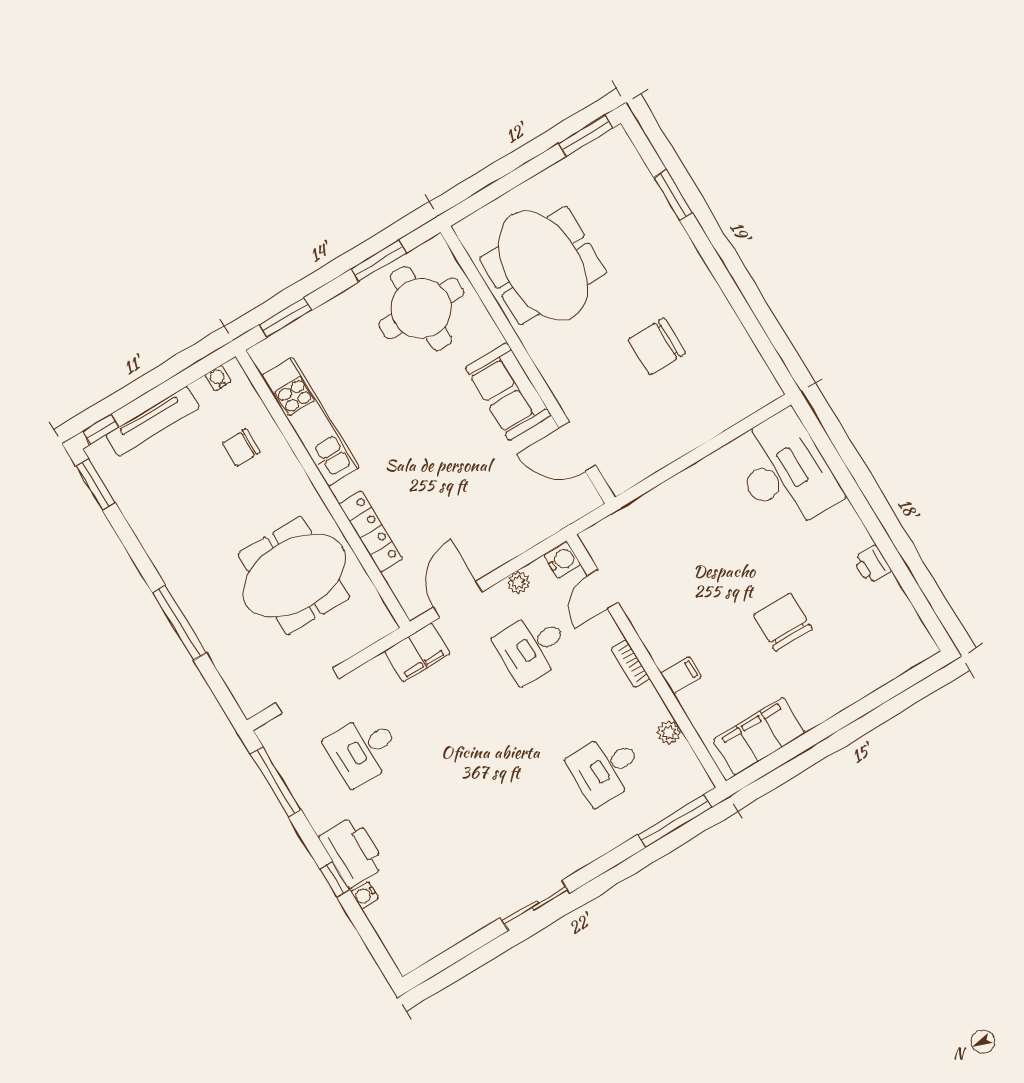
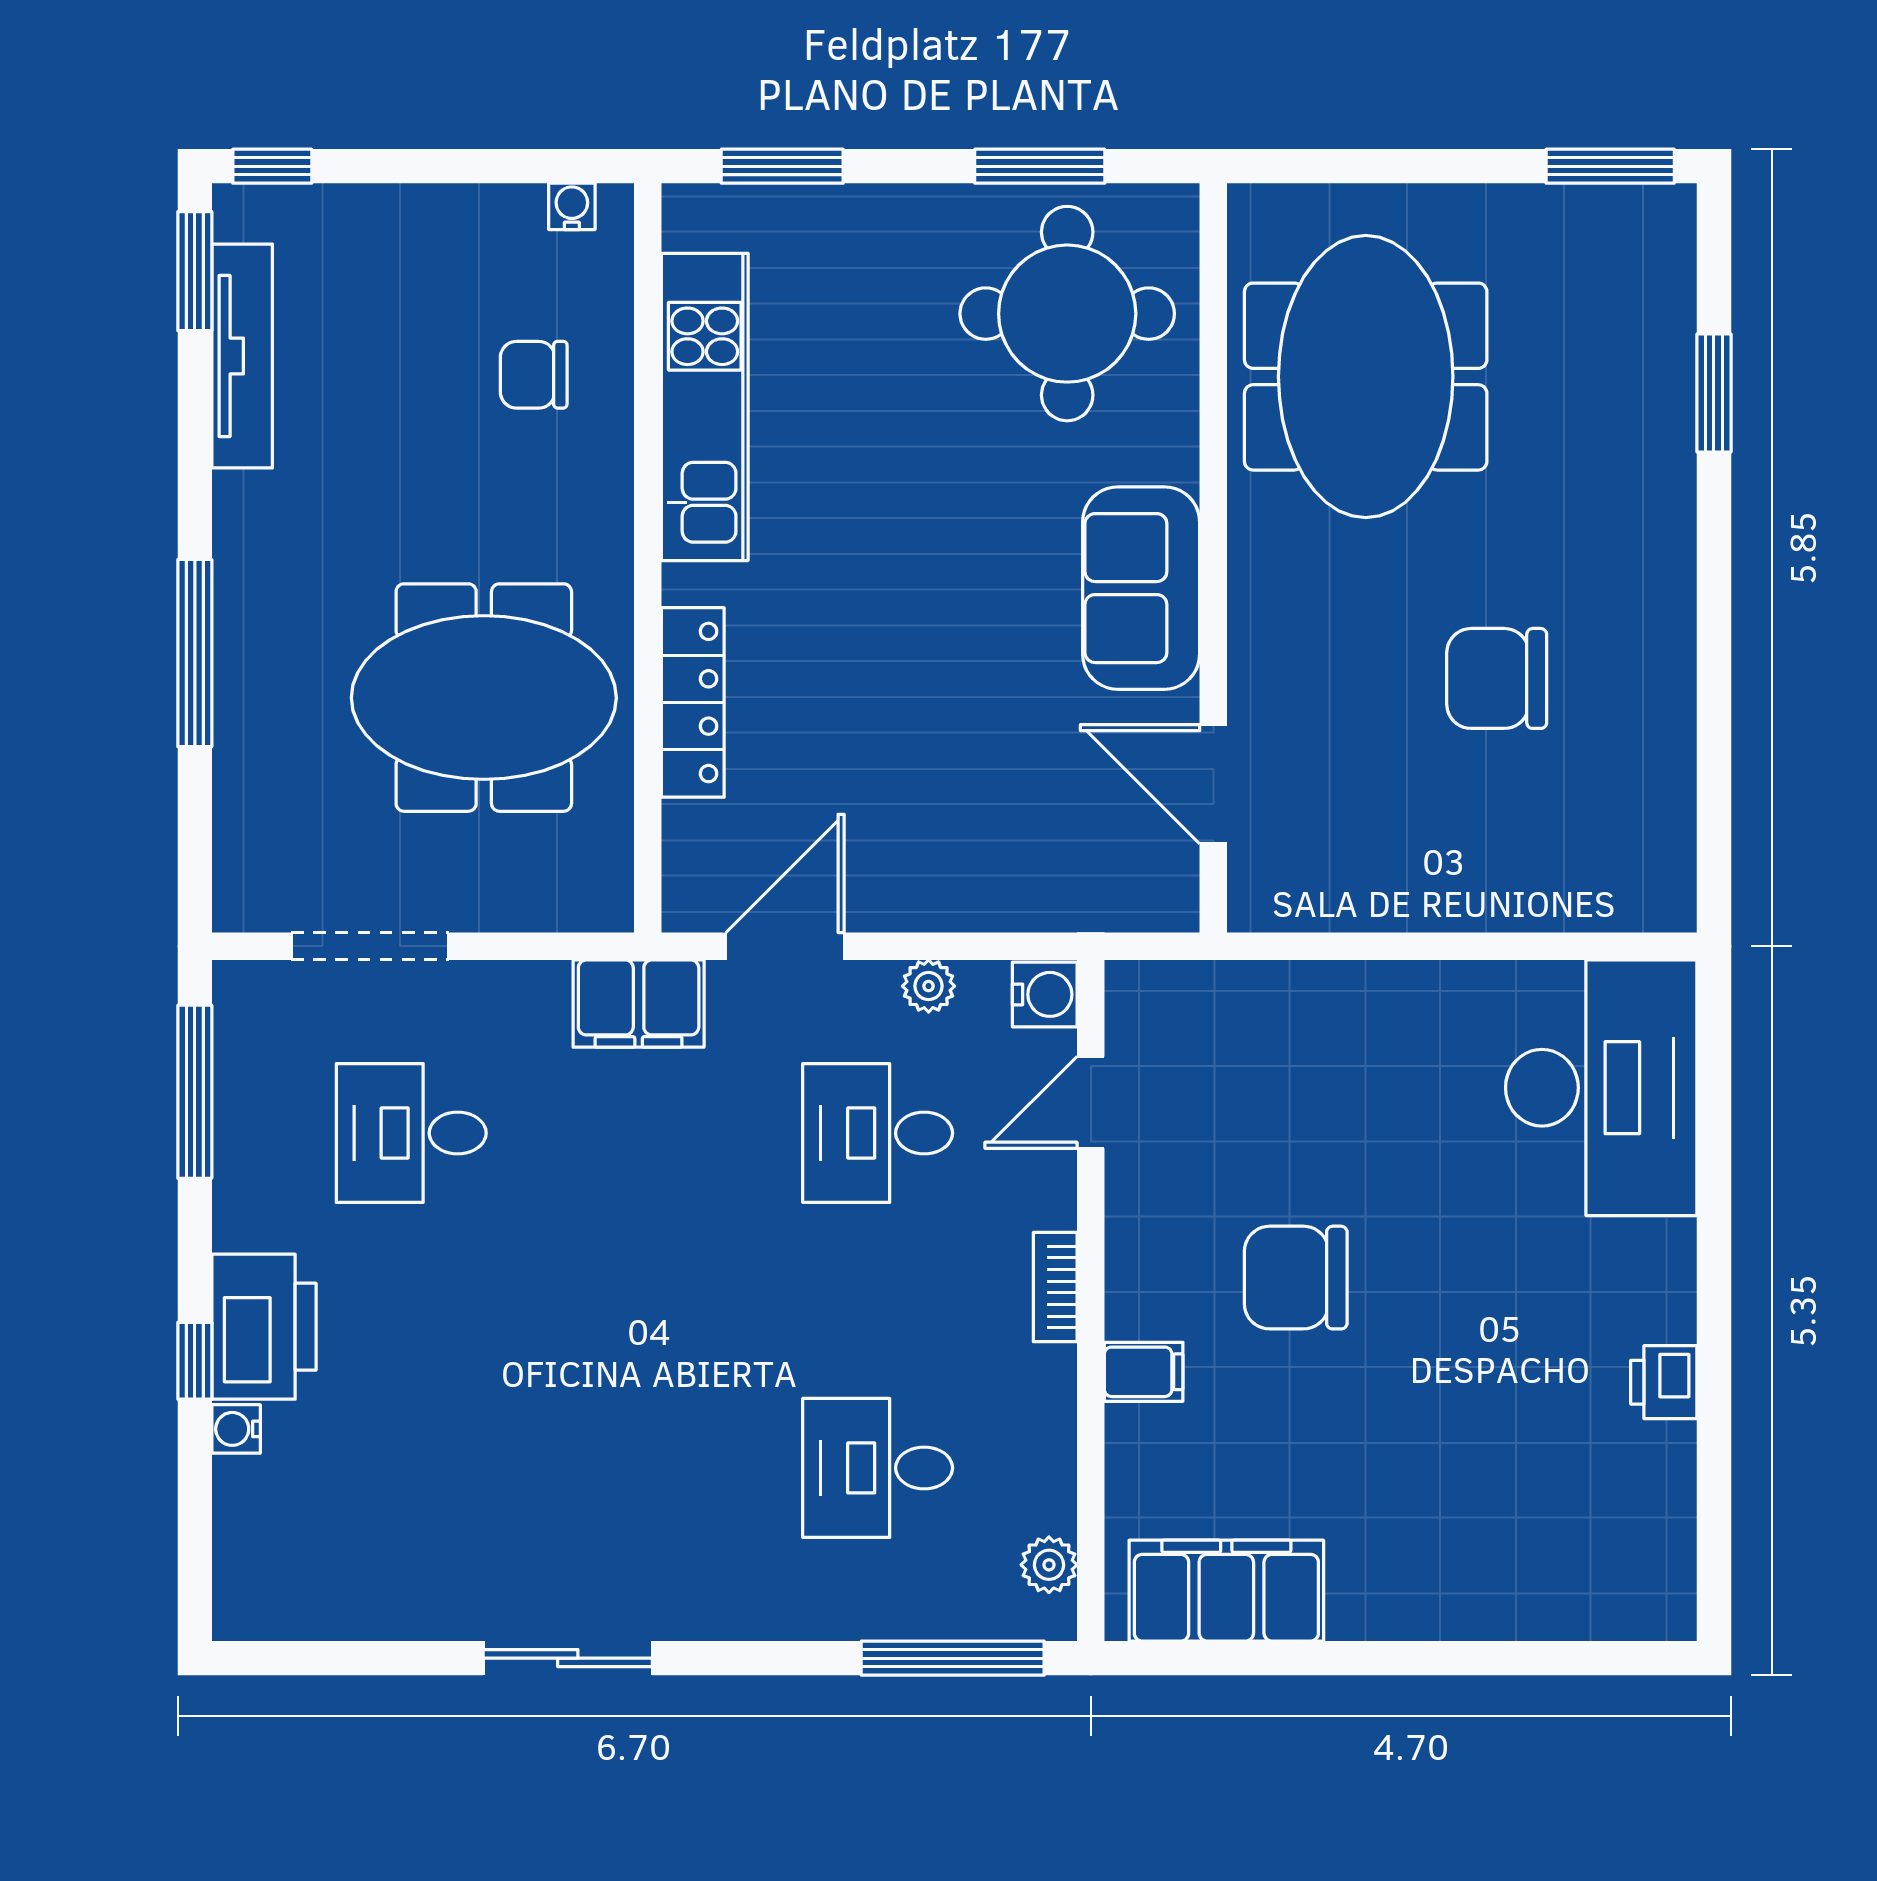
tv unit: (153, 421) -> (242, 356), moved, turned -90
chair: (783, 622) -> (1296, 1278), moved, turned -90
plant: (669, 732) -> (1049, 1565), moved

